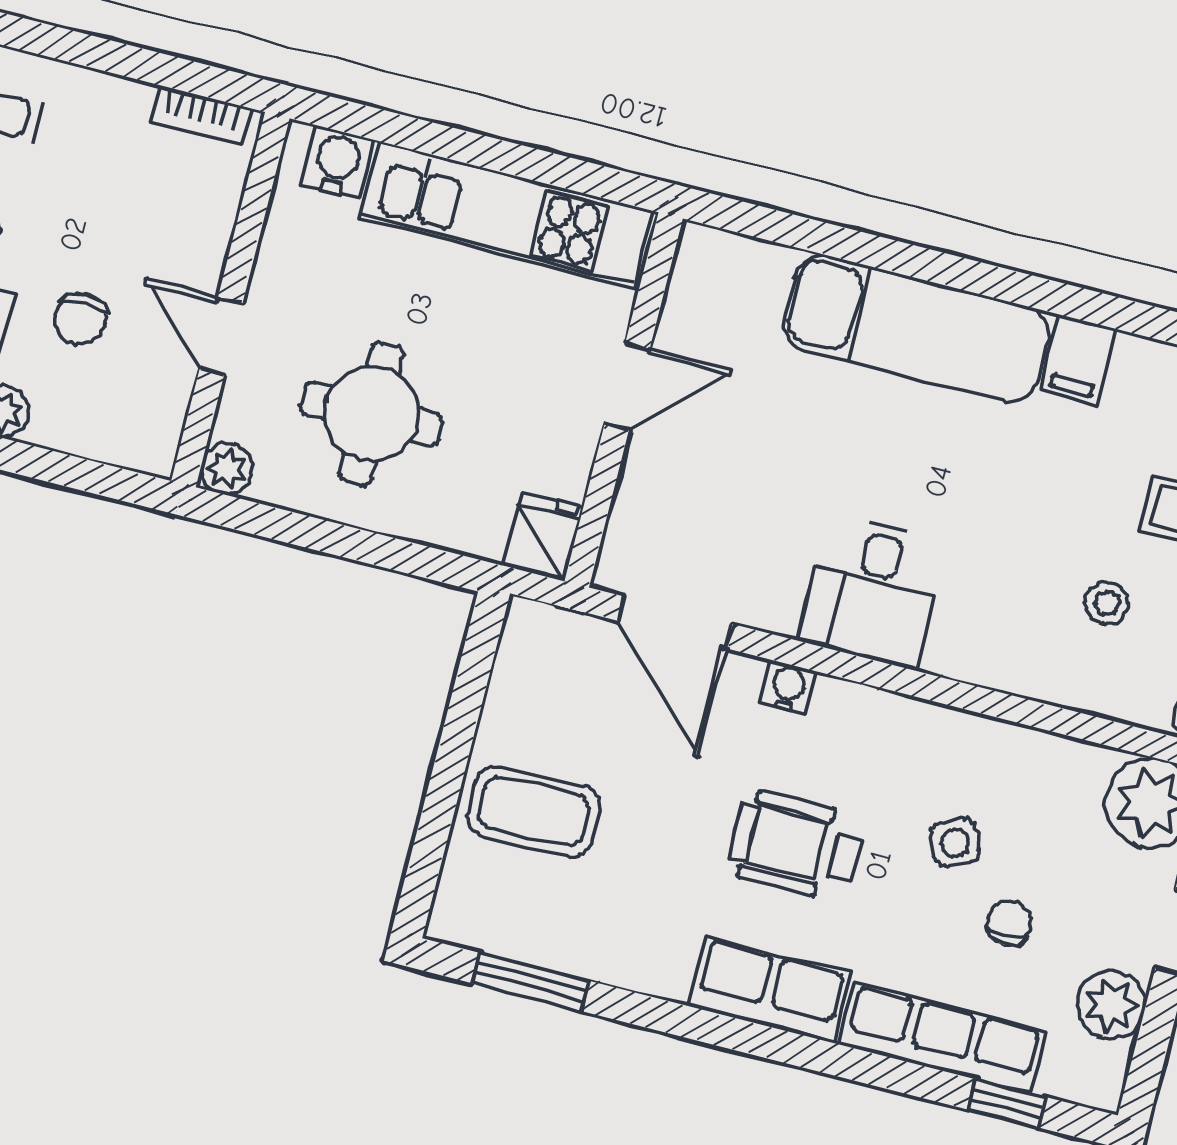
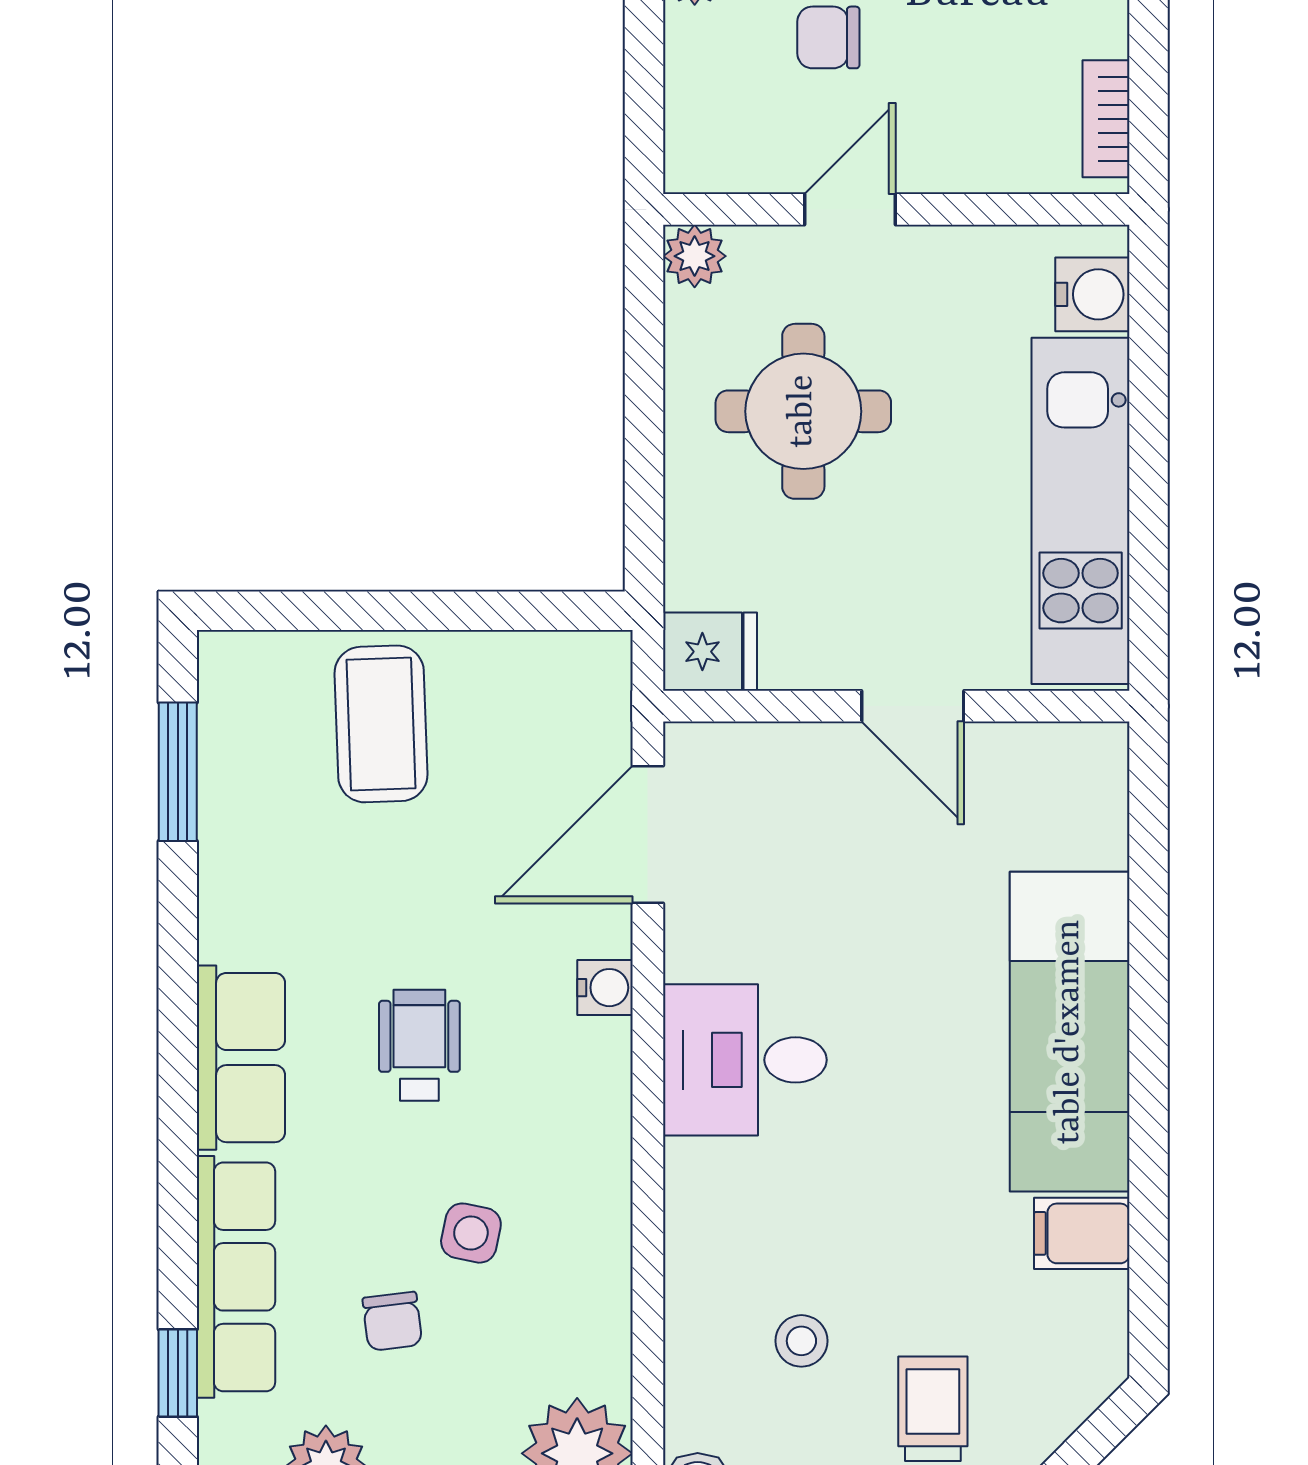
side table: (955, 843) -> (471, 1233), turned 35
wheelchair: (796, 846) -> (419, 1045), width x0.73, depth x0.73
chair: (1009, 923) -> (392, 1321), turned 83

